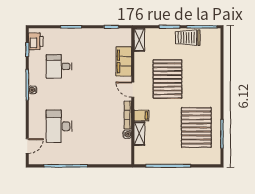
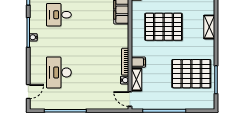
pallet: (168, 79) -> (164, 27), turned 90
shelving: (215, 79) -> (209, 27), added
door: (133, 90) -> (130, 99), moved
pallet: (196, 127) -> (191, 74), turned 90

